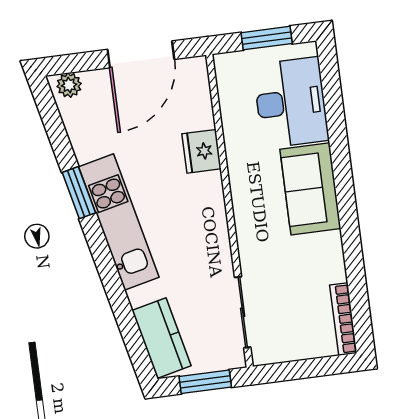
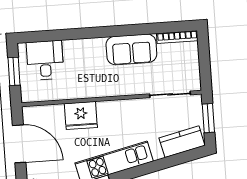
desk: (291, 102) -> (45, 60), width x0.73
fridge: (202, 151) -> (81, 115), width x1.36, depth x1.34
sofa: (310, 189) -> (131, 49), moved

